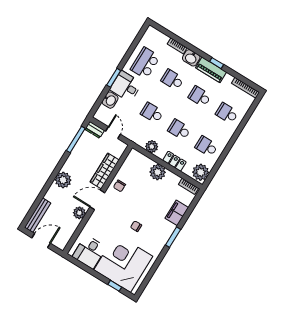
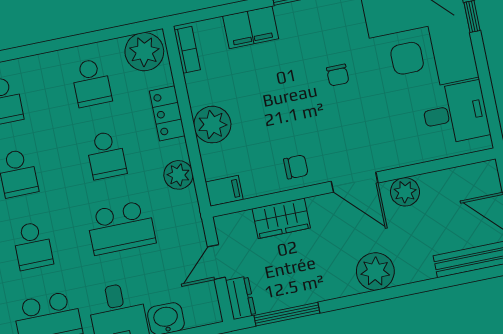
school desk: (152, 113) -> (121, 228), width x1.85
filing cabinet: (133, 156) -> (224, 191), added
wardrobe: (105, 171) -> (281, 218), width x0.67

